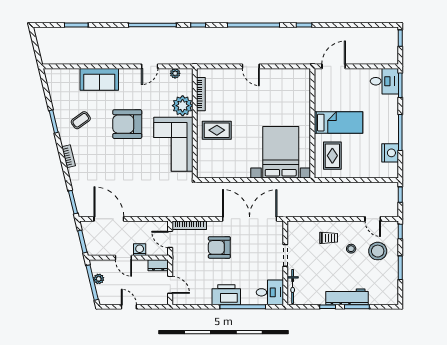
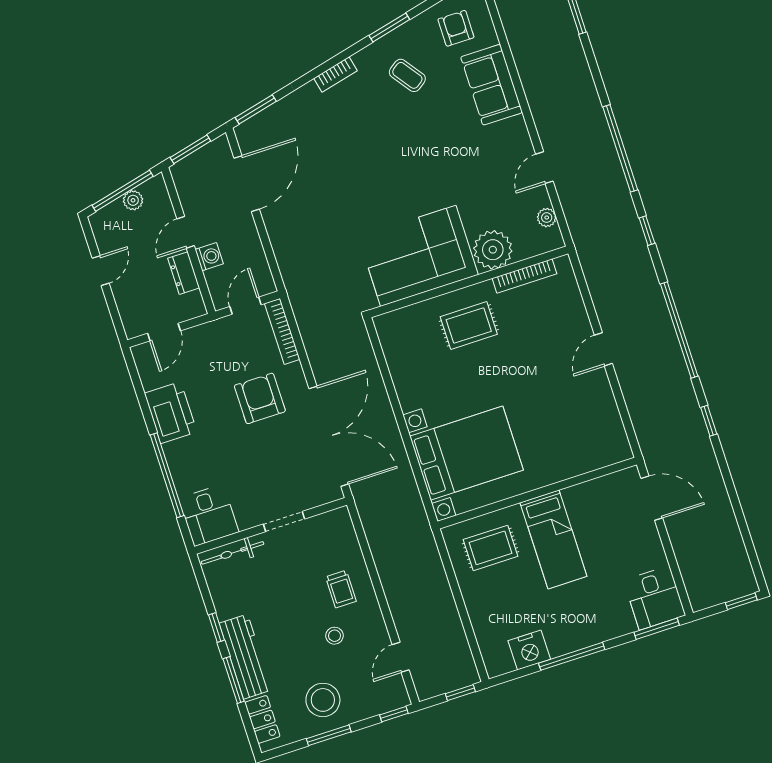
door: (150, 66) -> (544, 168), hinge flipped
armchair: (127, 124) -> (456, 28), moved, width x0.53, depth x0.53
rug: (217, 130) -> (469, 325), turned 90
stool: (378, 251) -> (323, 700), moved
dresser: (158, 265) -> (184, 273), moved
printer: (226, 295) -> (171, 413), moved
locker: (381, 299) -> (262, 719), added

